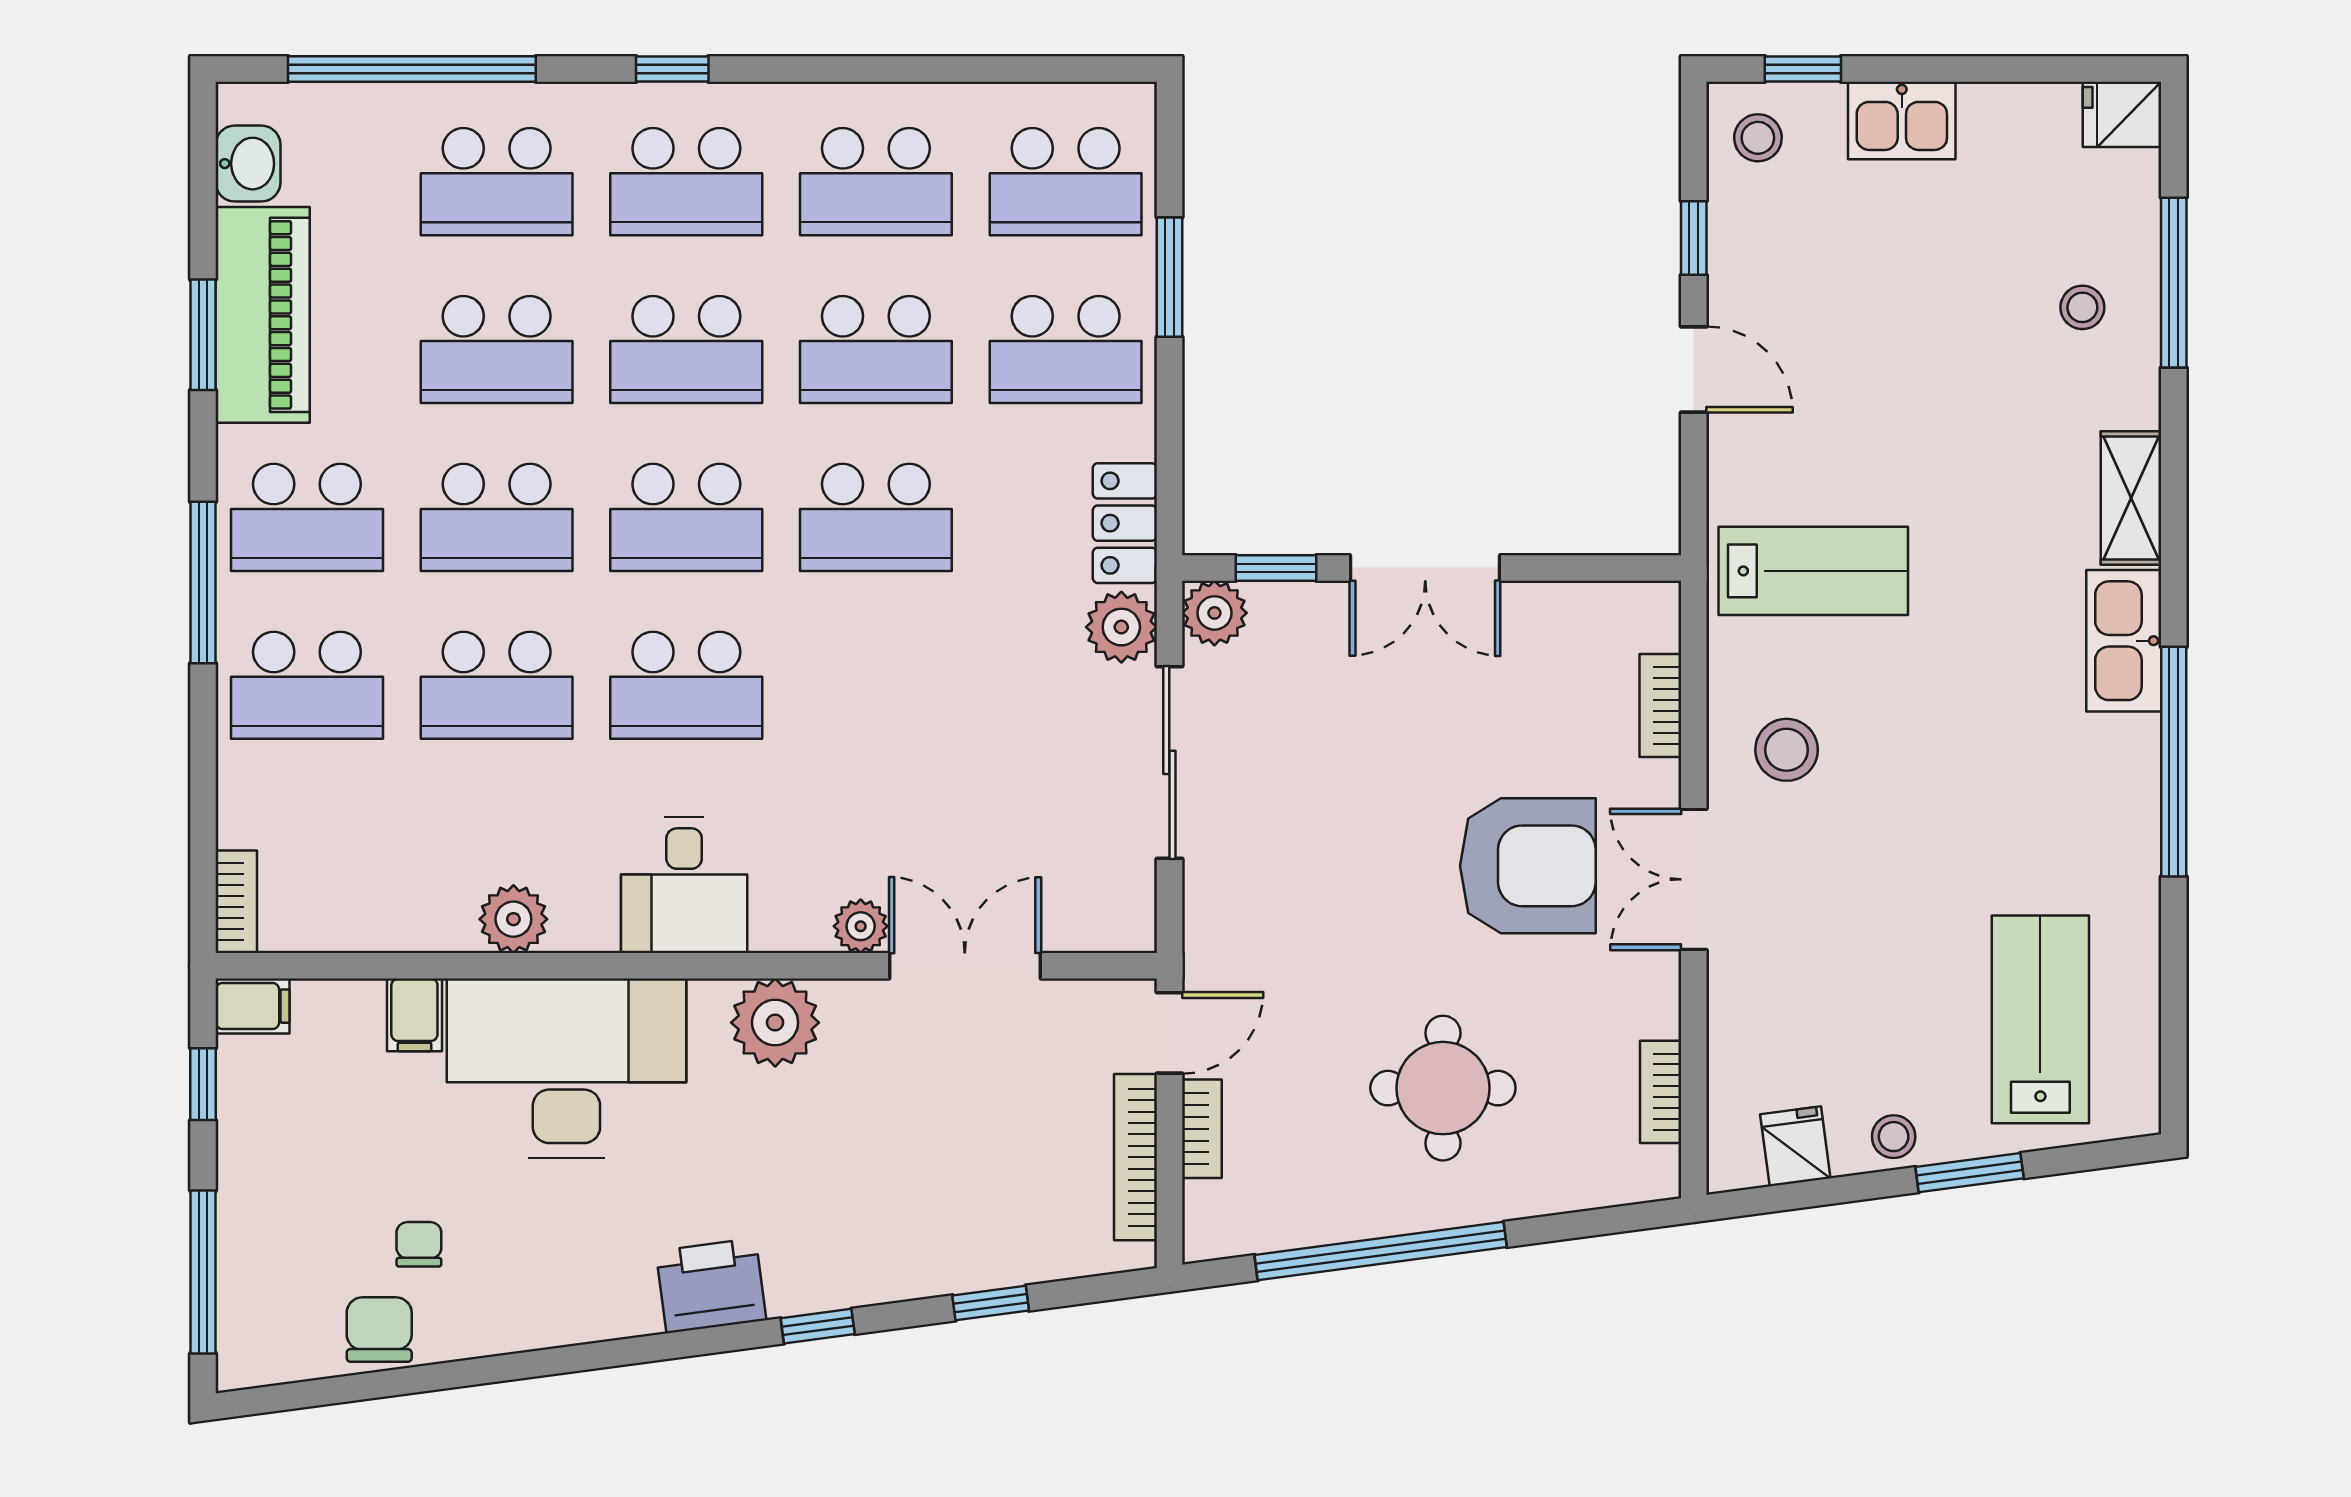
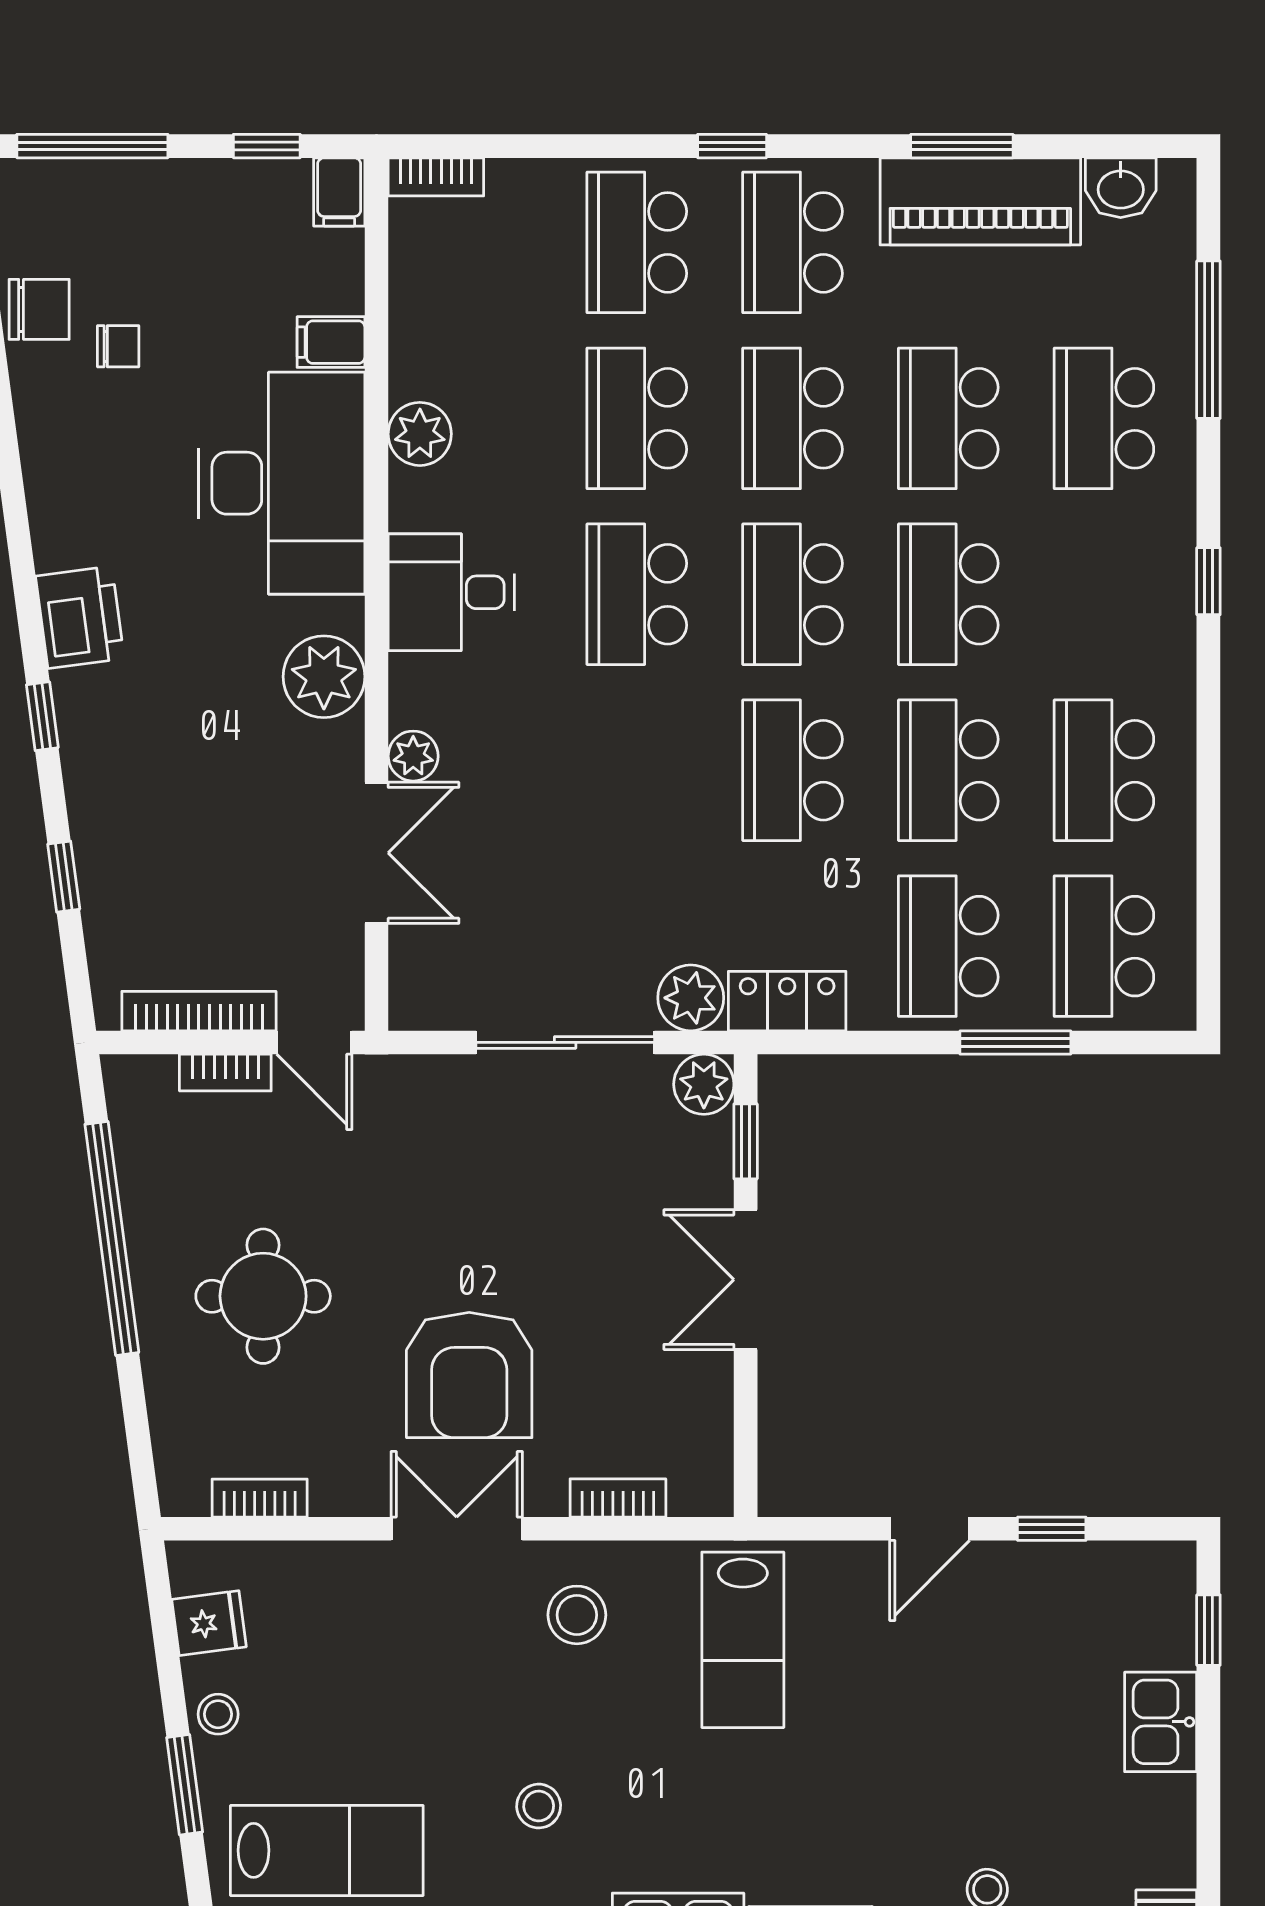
window: (412, 69) -> (1208, 340), width x0.68
stool: (1758, 138) -> (539, 1806), moved
school desk: (686, 182) -> (1104, 594), removed
window: (203, 582) -> (732, 146), width x0.46

